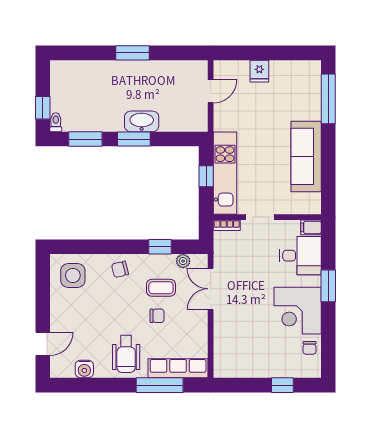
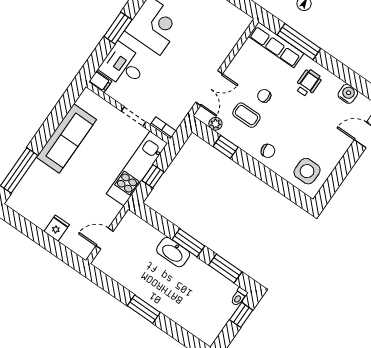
wheelchair: (126, 354) -> (308, 83), width x0.73, depth x0.73

